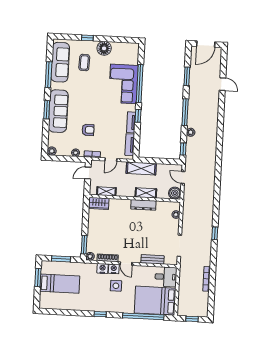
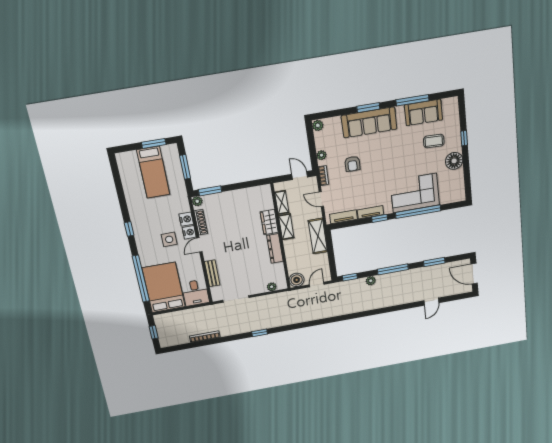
sofa: (60, 62) -> (423, 112), width x0.73
shelving: (146, 193) -> (286, 227), moved
wardrobe: (99, 203) -> (269, 222), moved

